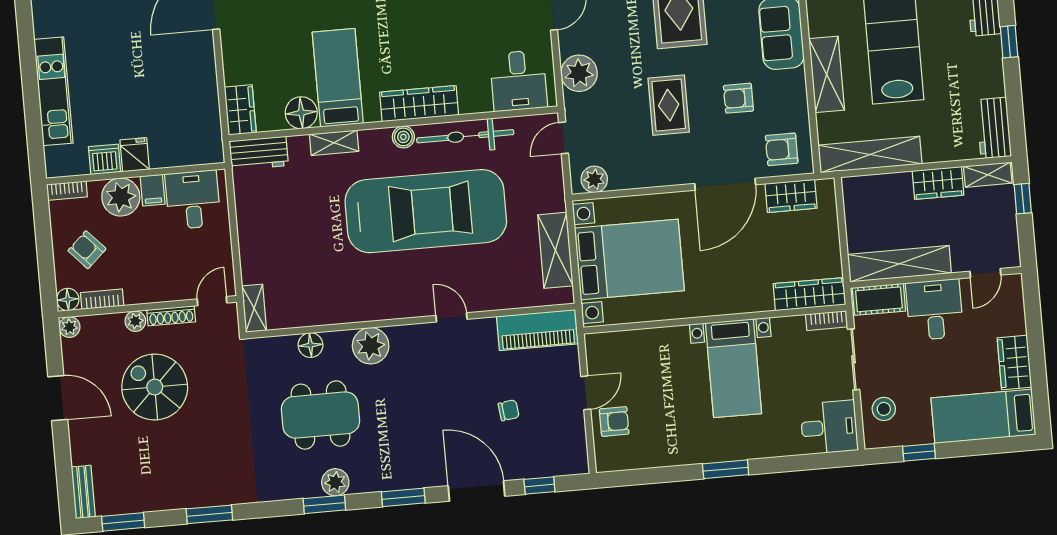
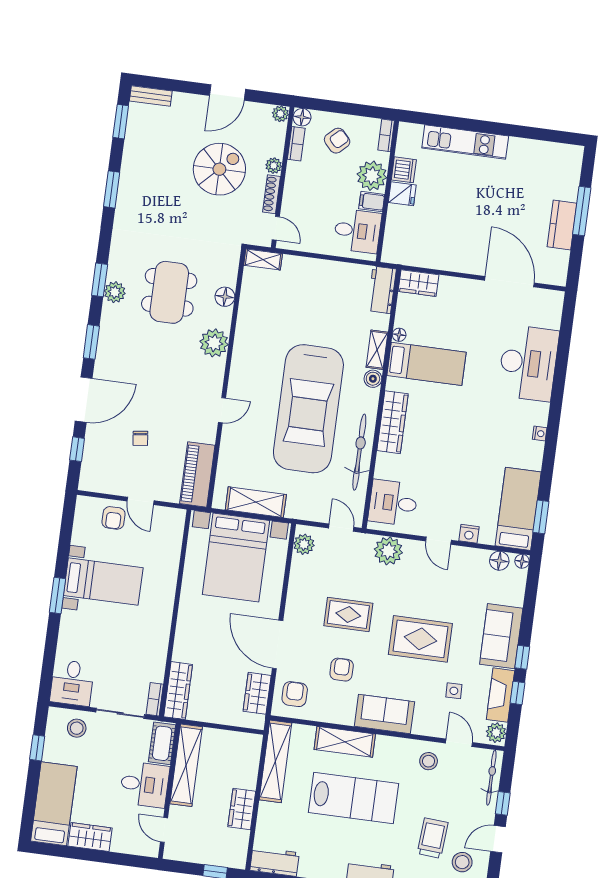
floor lamp: (301, 113) -> (399, 335), width x0.53, depth x0.53
boiler: (403, 137) -> (373, 379), moved
shelving: (988, 175) -> (240, 849), removed
bed with nightstands: (733, 368) -> (103, 582), moved, turned 180

